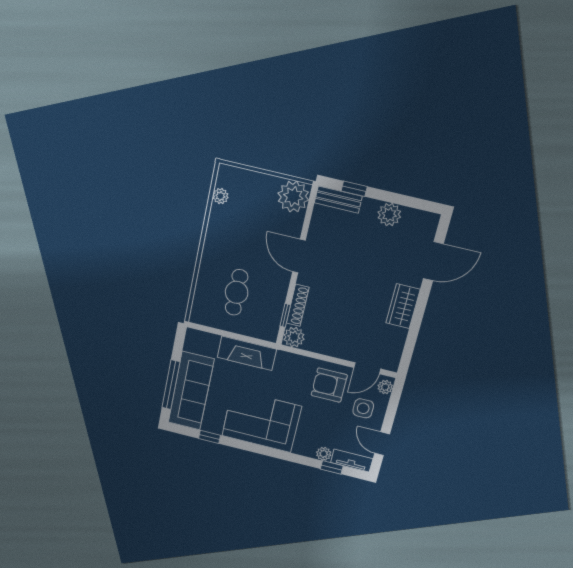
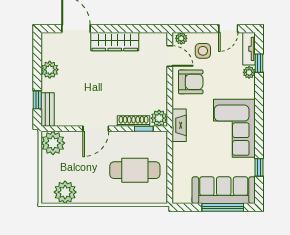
plant: (220, 196) -> (65, 192), width x1.88, depth x1.88
cafe table: (237, 292) -> (135, 170), width x1.37, depth x1.35
wardrobe: (403, 306) -> (115, 42), width x1.50
fireplace: (247, 353) -> (179, 125), moved, width x0.73, depth x0.76
armchair: (329, 385) -> (191, 82), turned -90

